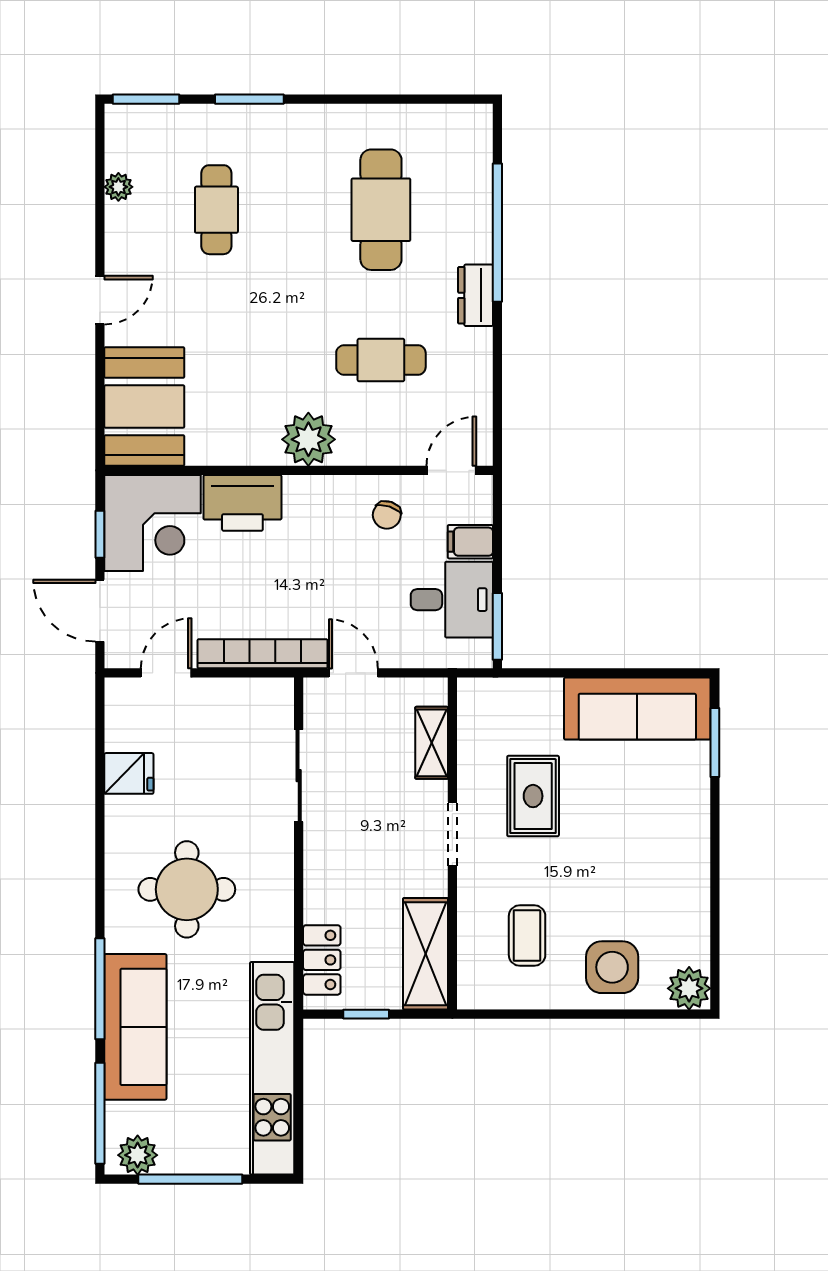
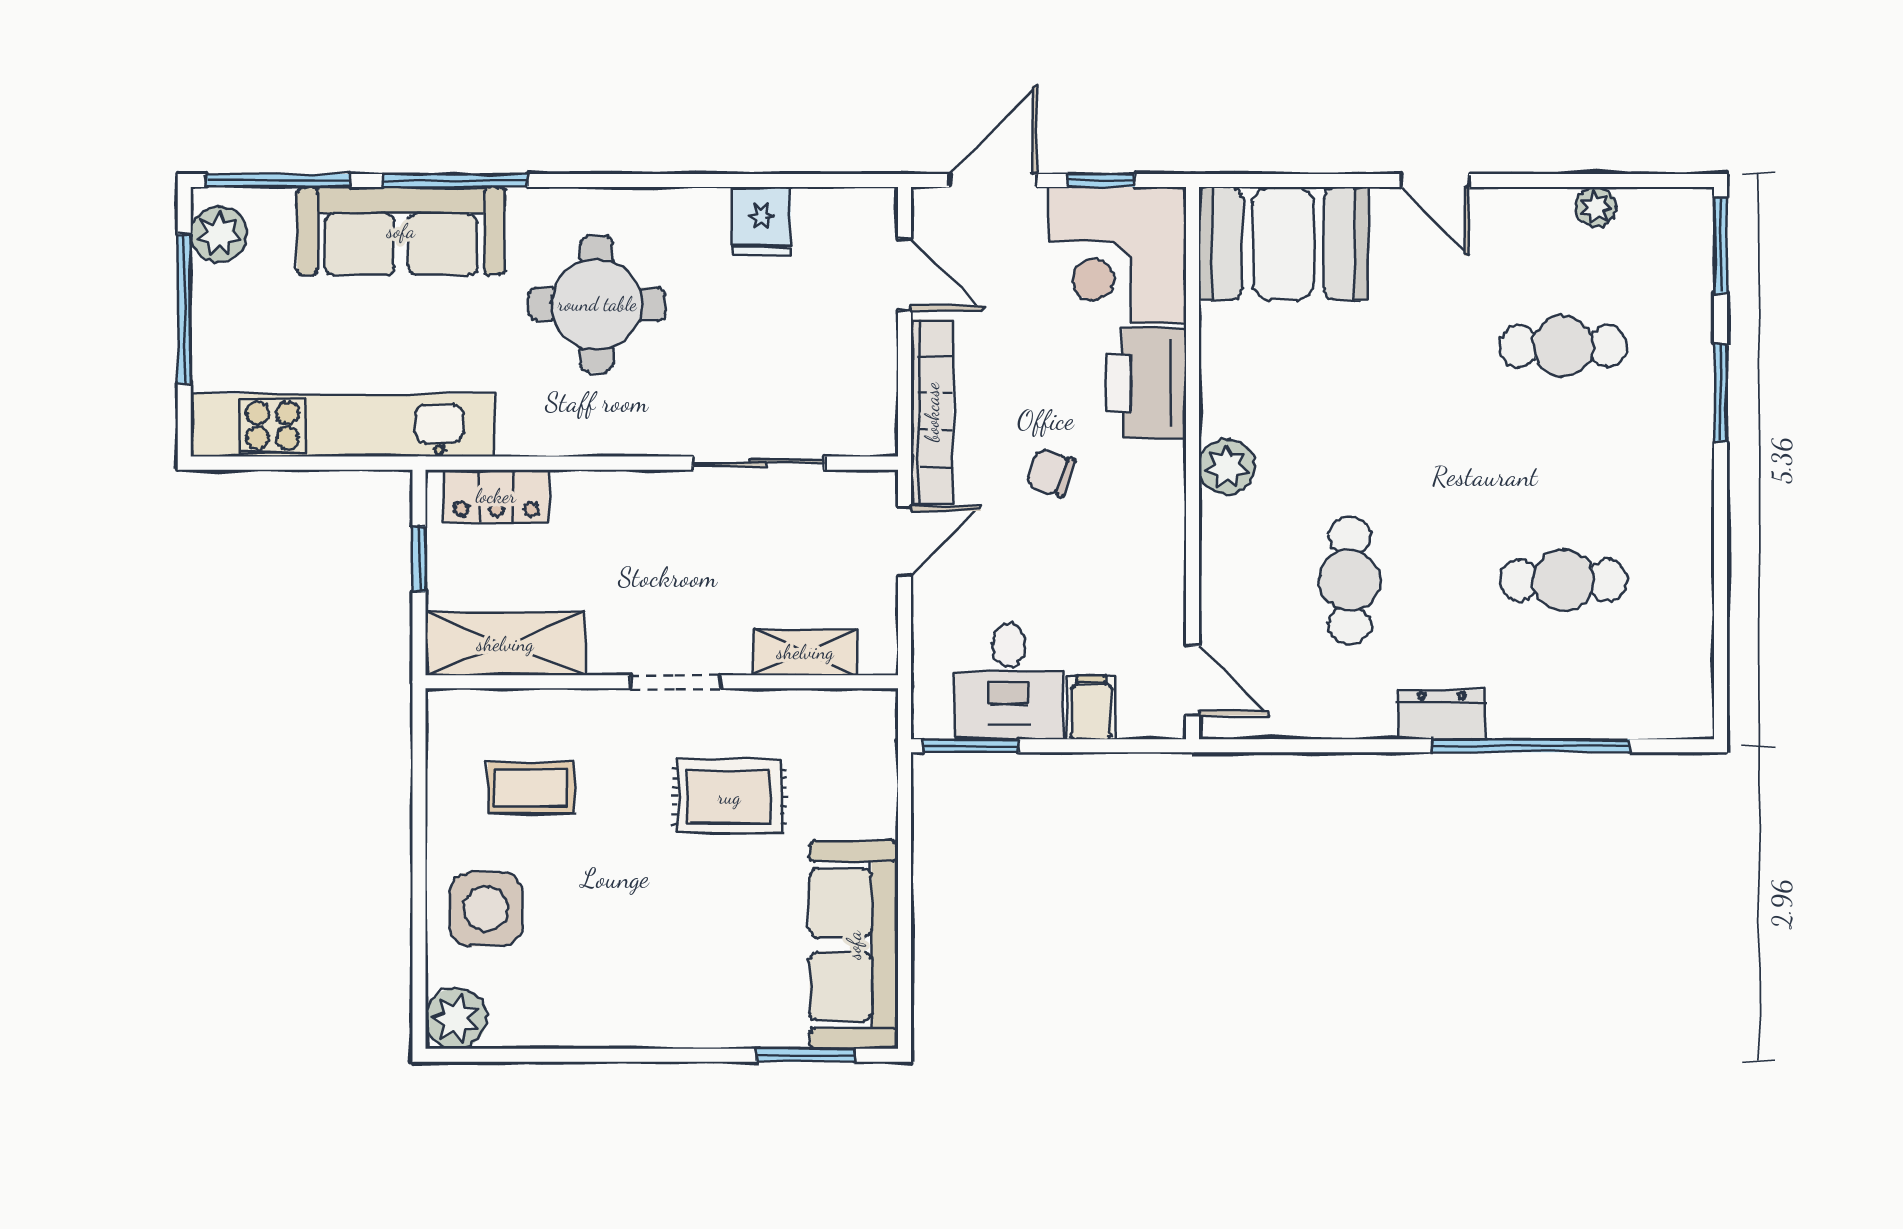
cafe table: (381, 210) -> (1563, 580), width x0.73, depth x0.74
plant: (308, 439) -> (1227, 467), width x0.73, depth x0.73
chair: (387, 515) -> (1051, 473), moved

